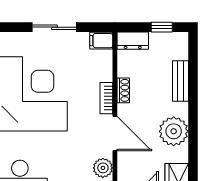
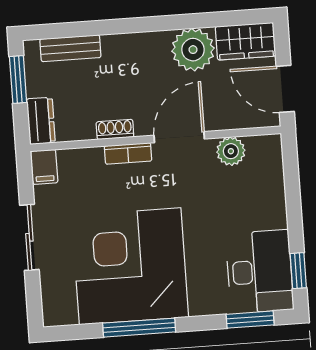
window: (162, 27) -> (18, 80), width x1.50
bench: (180, 81) -> (70, 48), moved
plant: (174, 131) -> (193, 50), moved

